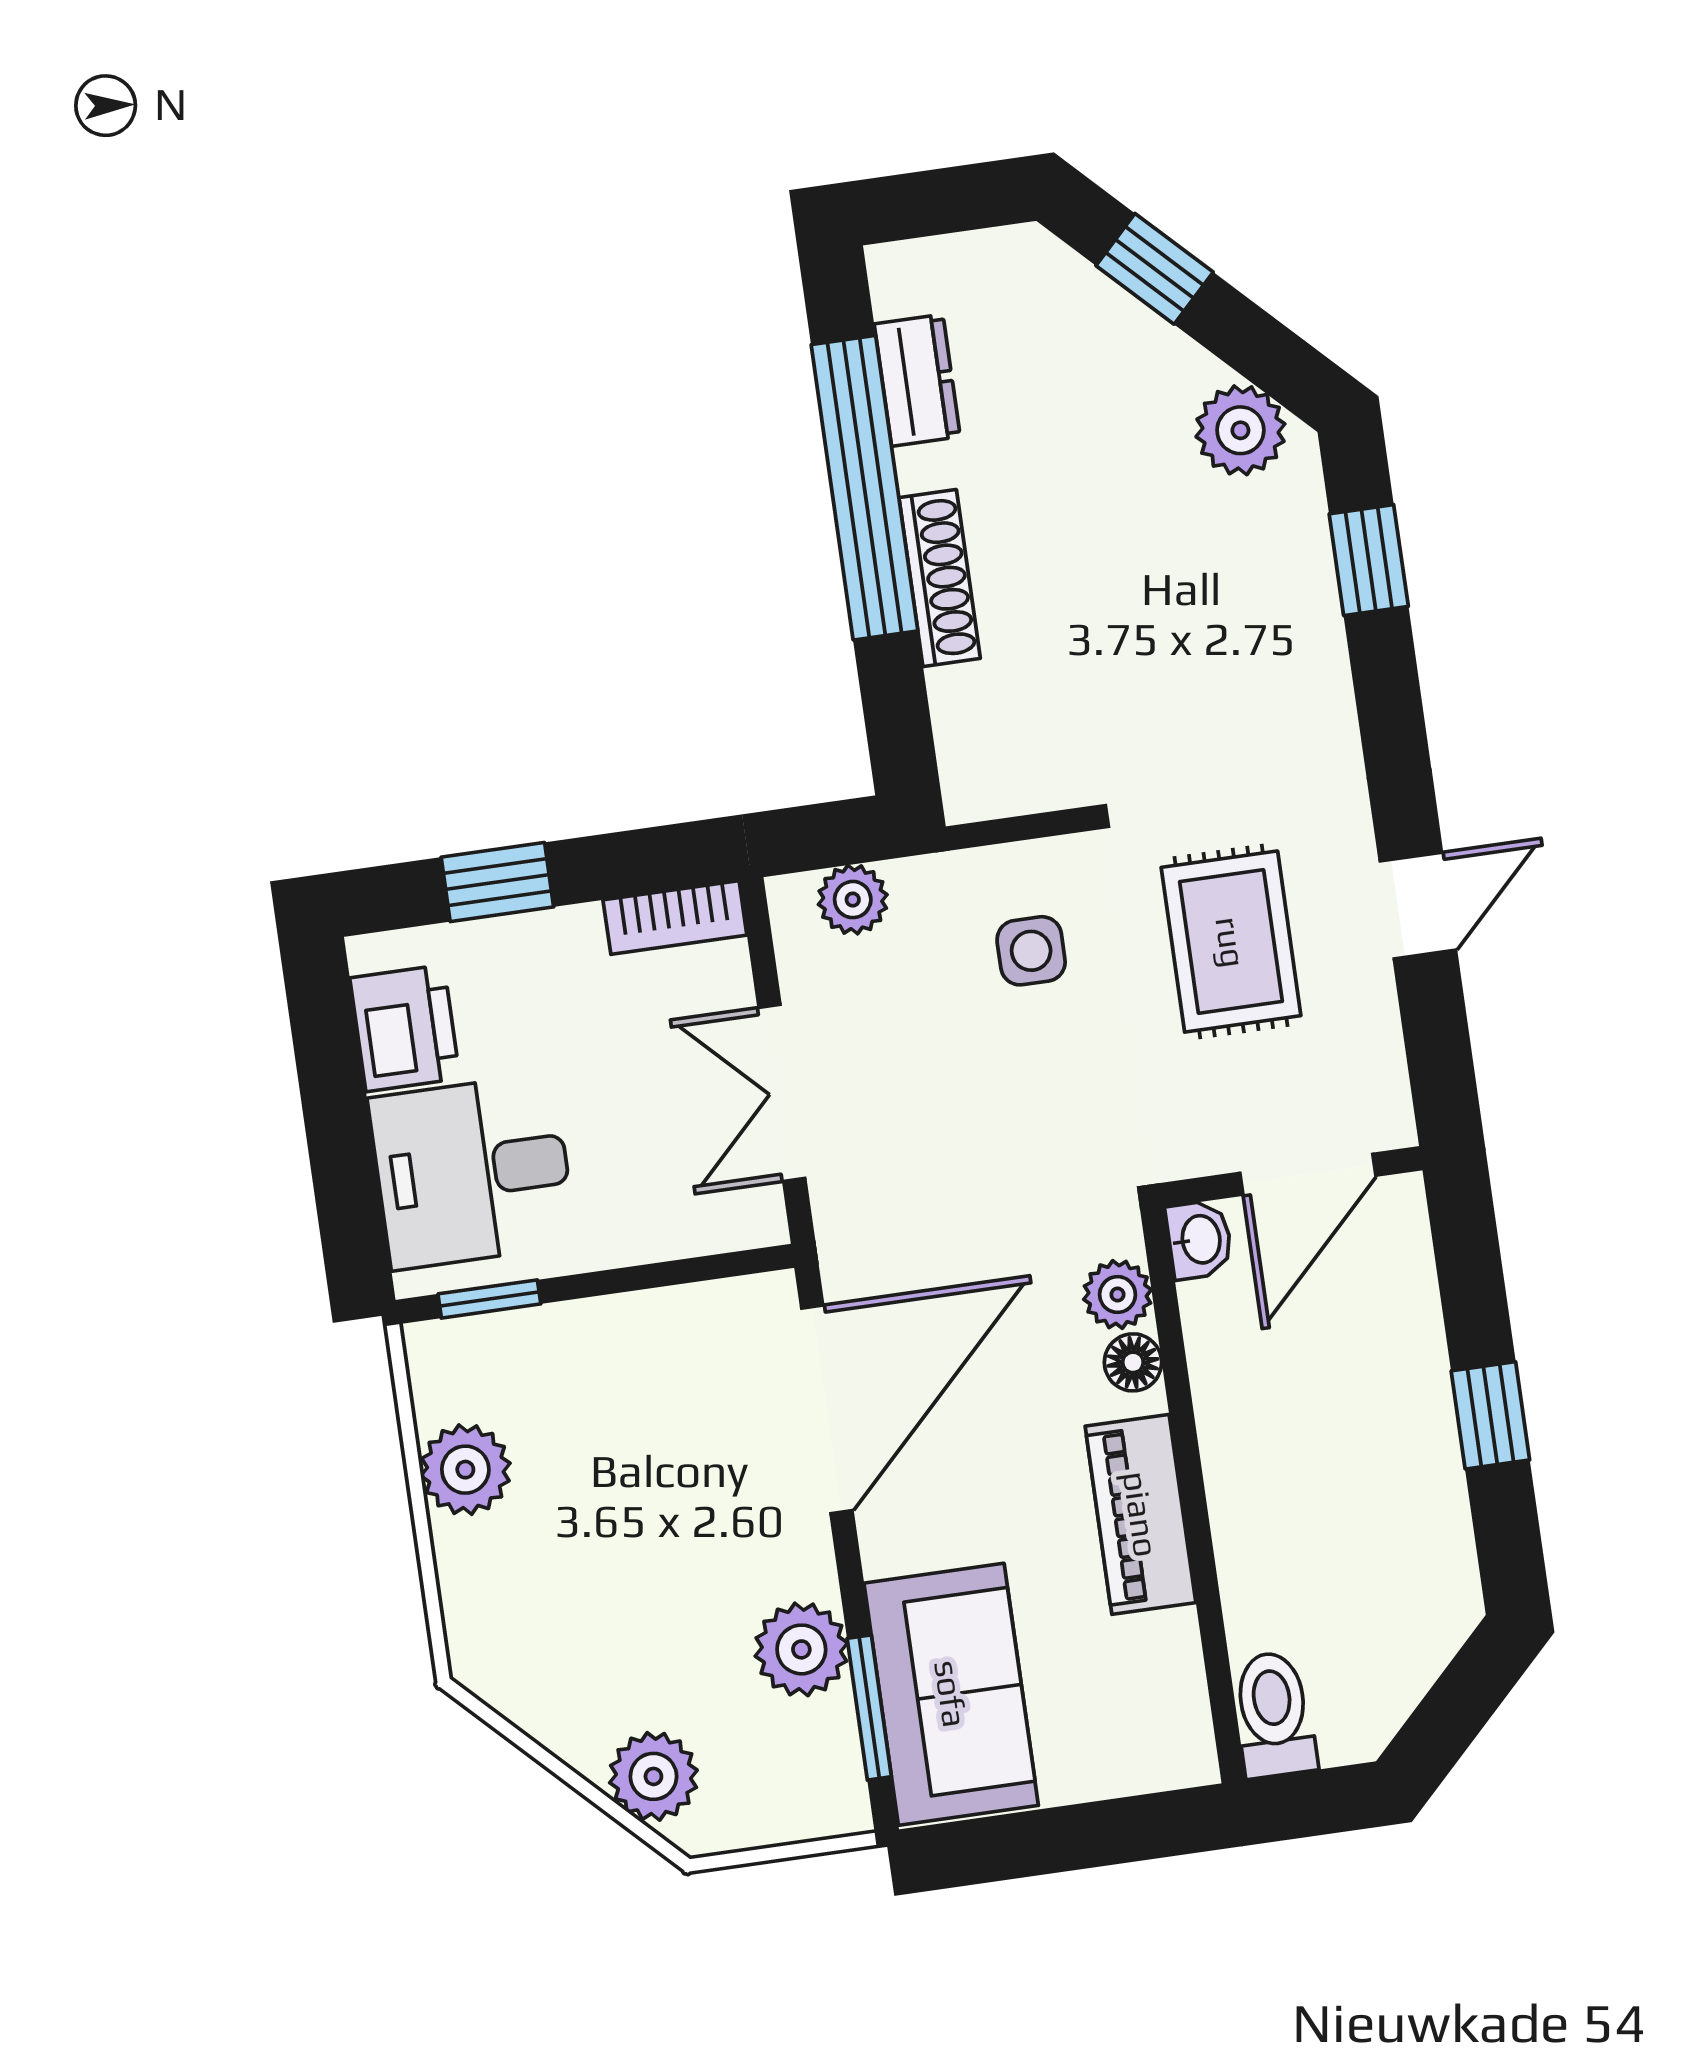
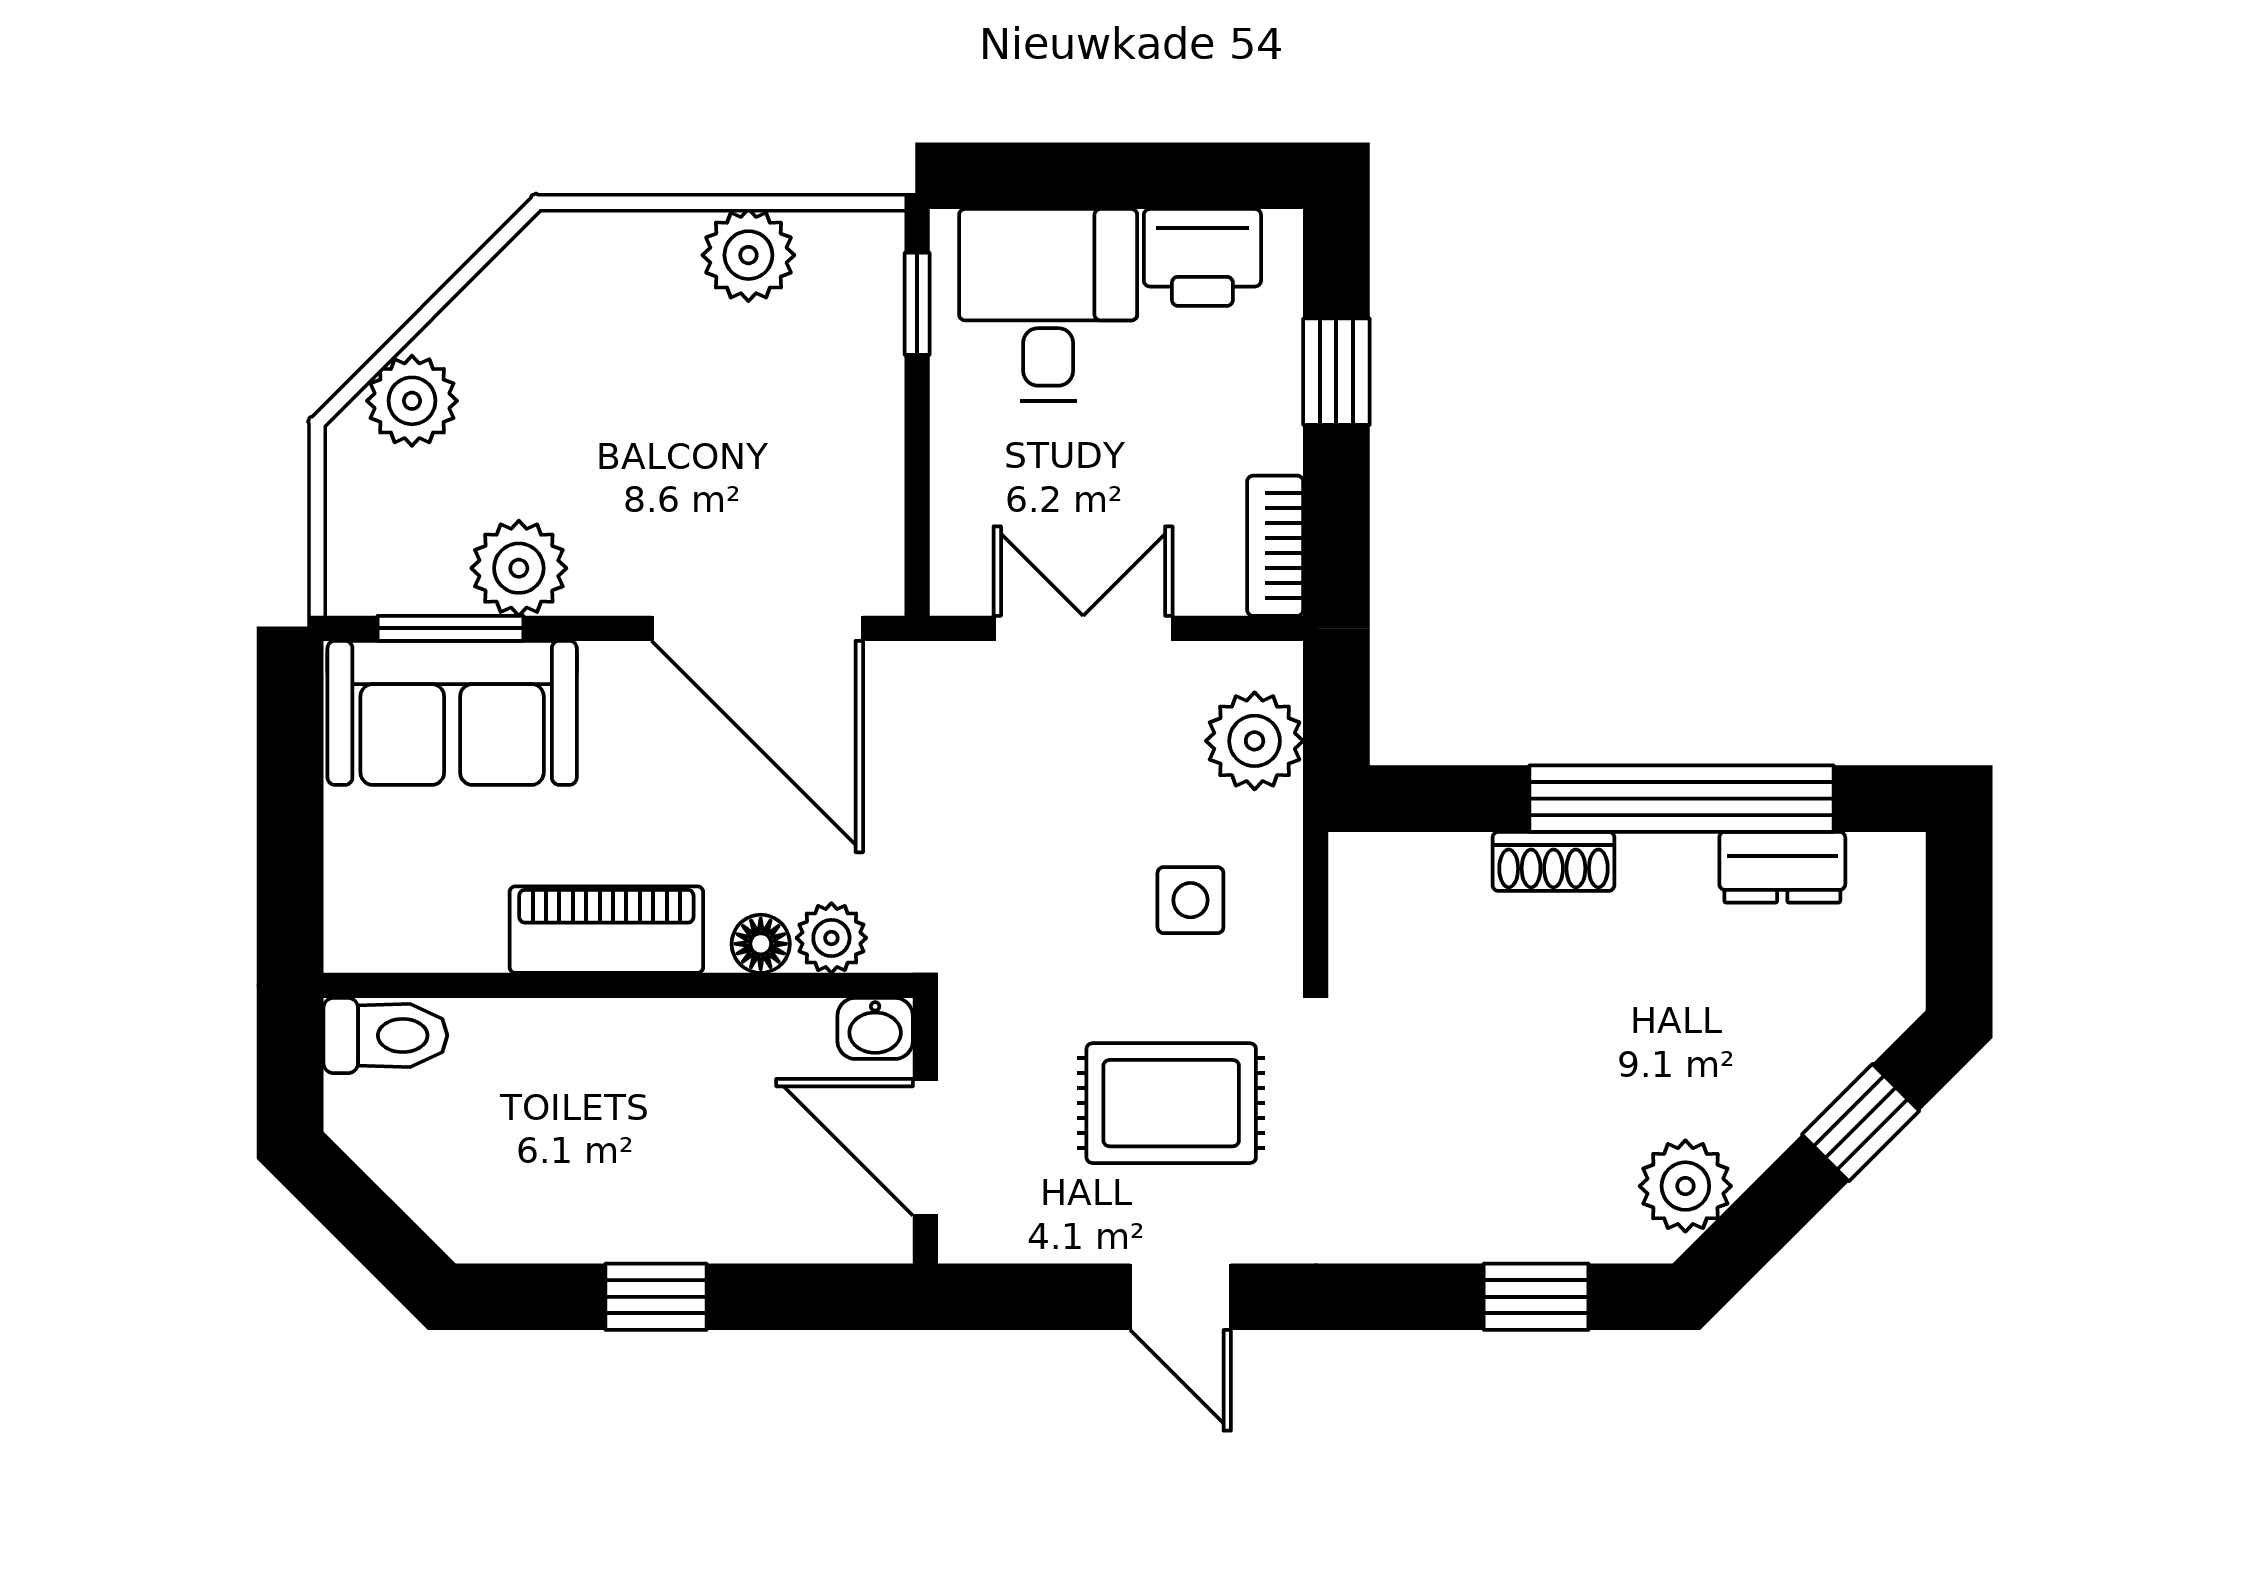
shoe rack: (940, 578) -> (1553, 861), width x0.70
plant: (853, 900) -> (1255, 741), width x1.38, depth x1.38

